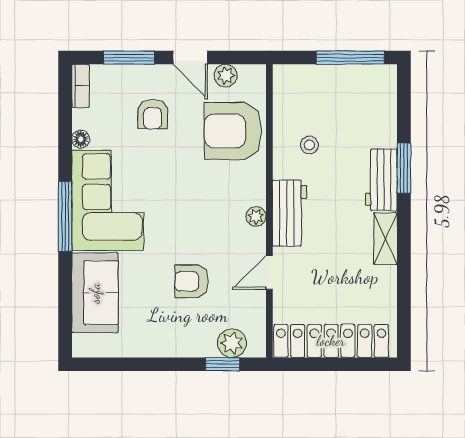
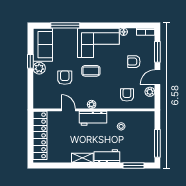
armchair: (233, 131) -> (127, 95), width x0.53, depth x0.53
window: (404, 168) -> (134, 166), moved
window: (65, 216) -> (65, 25), moved
coffee table: (175, 218) -> (91, 71), added
sofa: (95, 293) -> (43, 45), moved, turned -90
plant: (232, 343) -> (39, 68), moved
window: (223, 364) -> (30, 61), moved

